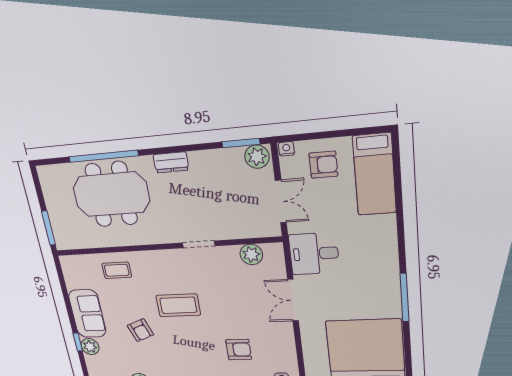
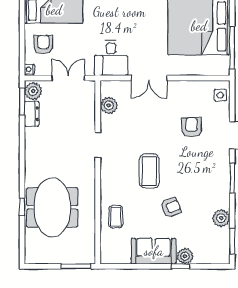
window: (103, 156) -> (22, 207), width x0.32
dresser: (171, 162) -> (32, 114), moved

